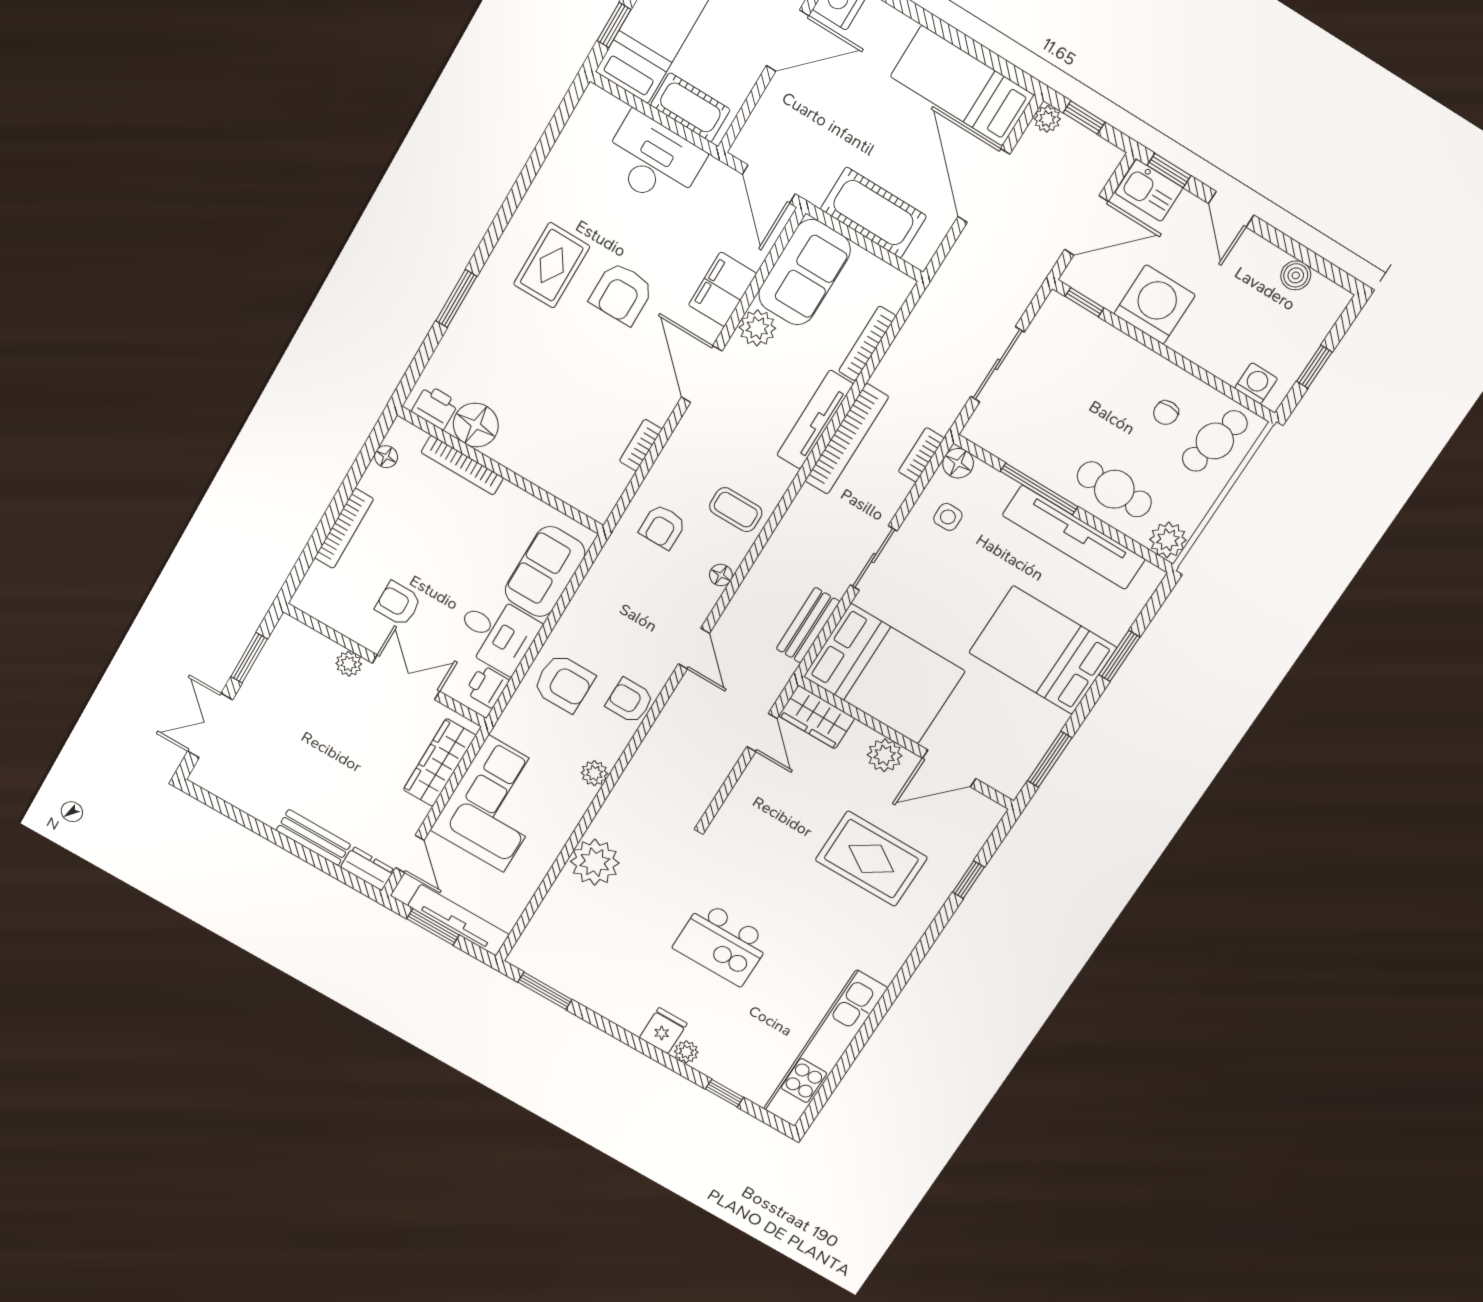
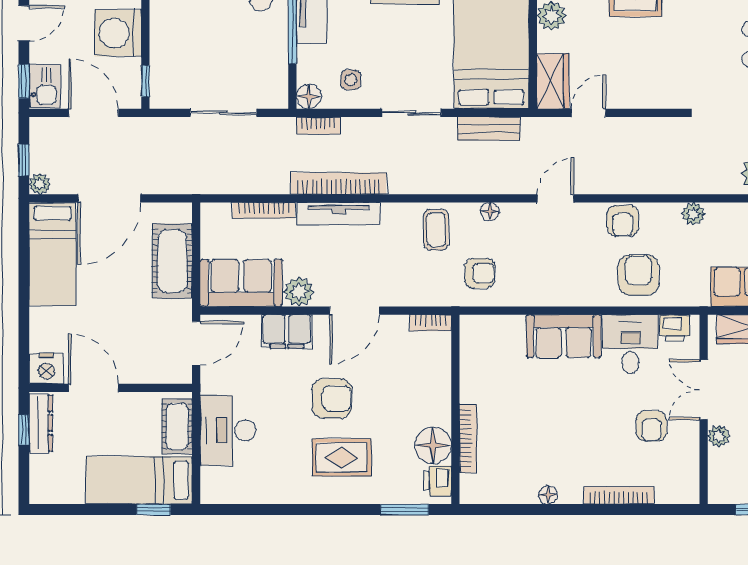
printer: (435, 407) -> (438, 481), moved
floor lamp: (476, 425) -> (433, 445), moved
bookcase: (462, 465) -> (468, 438), moved
wall: (501, 470) -> (455, 409), moved

